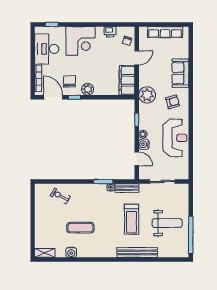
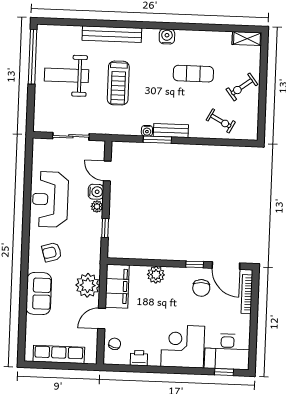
desk: (47, 49) -> (227, 352), moved, turned 90
plant: (88, 89) -> (156, 275), moved
plant: (147, 95) -> (88, 285), moved
bench: (127, 188) -> (171, 131), moved
treadmill: (132, 219) -> (118, 83), turned 180
exercise bike: (47, 220) -> (242, 87), added
water cooler: (71, 252) -> (167, 36), moved

